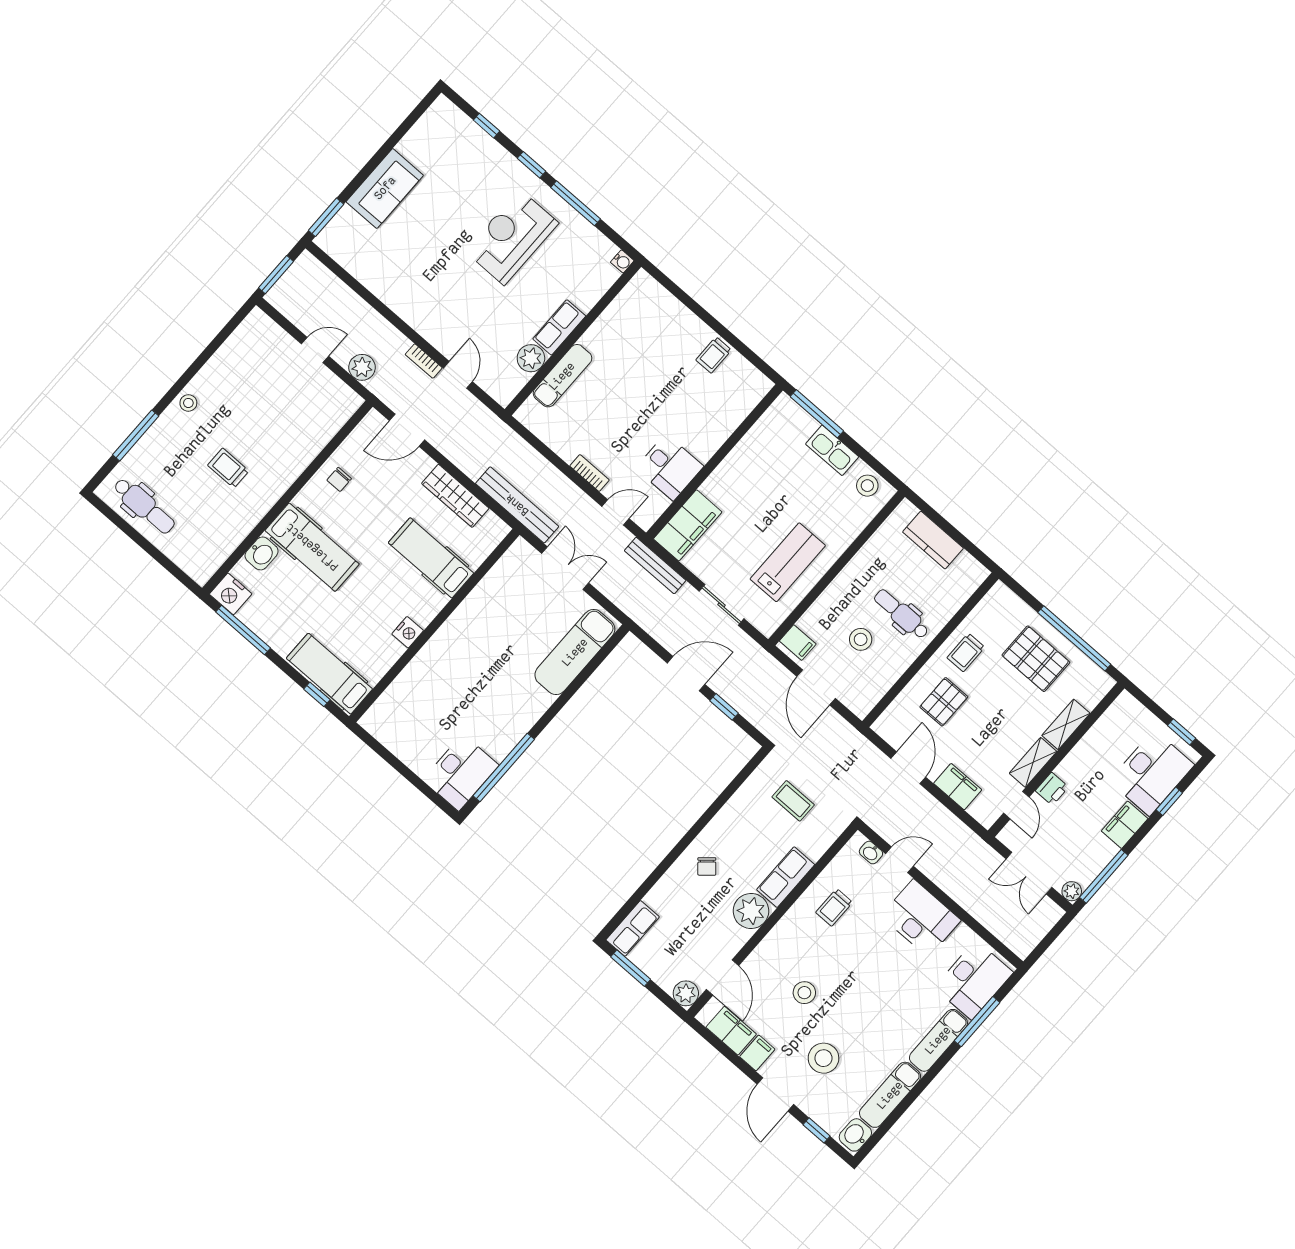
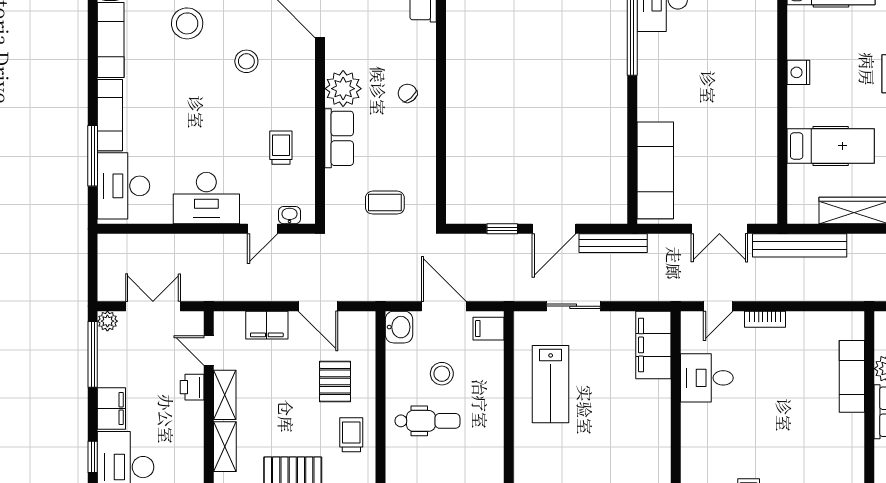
bench: (655, 565) -> (613, 243), moved
washbasin: (862, 701) -> (399, 327), added

